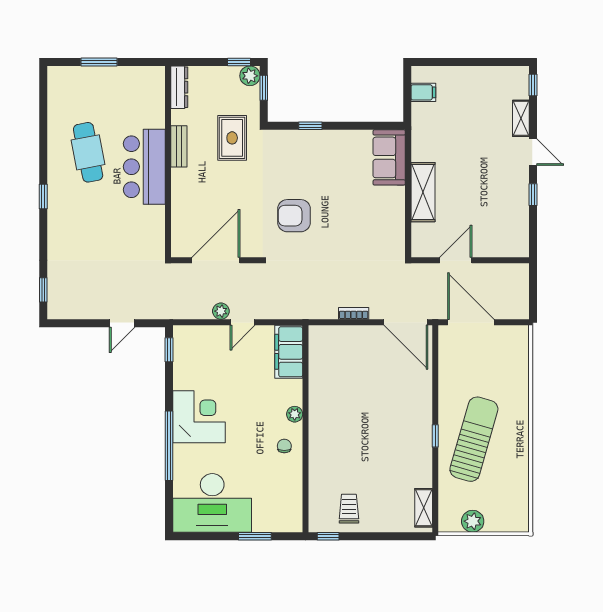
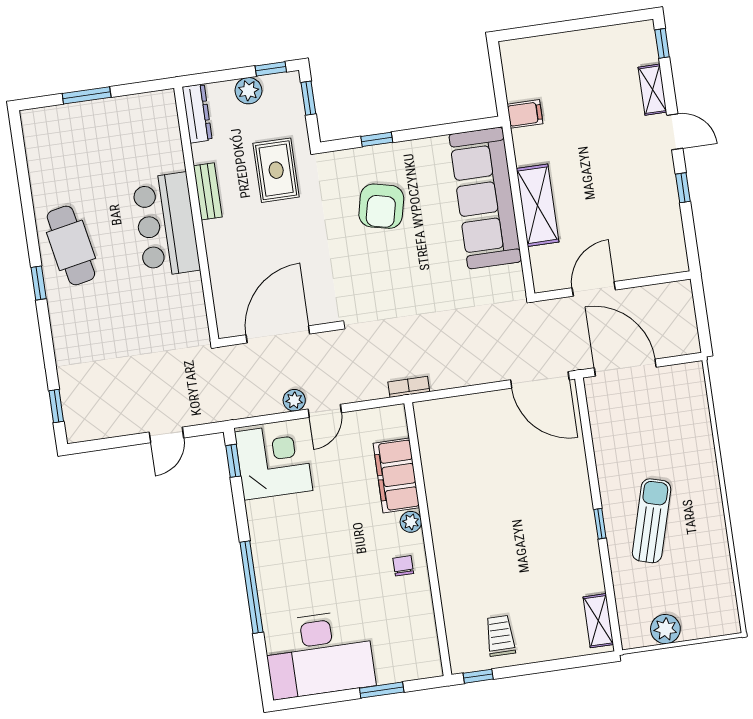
plant: (250, 76) -> (248, 91), moved
filing cabinet: (423, 92) -> (525, 114), moved
cafe table: (88, 152) -> (71, 245), moved
sofa: (389, 157) -> (485, 198), width x1.85, depth x1.27
armchair: (294, 216) -> (381, 206), moved, turned -77
bookcase: (354, 313) -> (409, 387), moved
filing cabinet: (289, 352) -> (396, 475), moved
corner desk: (199, 417) -> (274, 461), moved
sun lounger: (474, 439) -> (652, 521), width x0.73, depth x0.75

